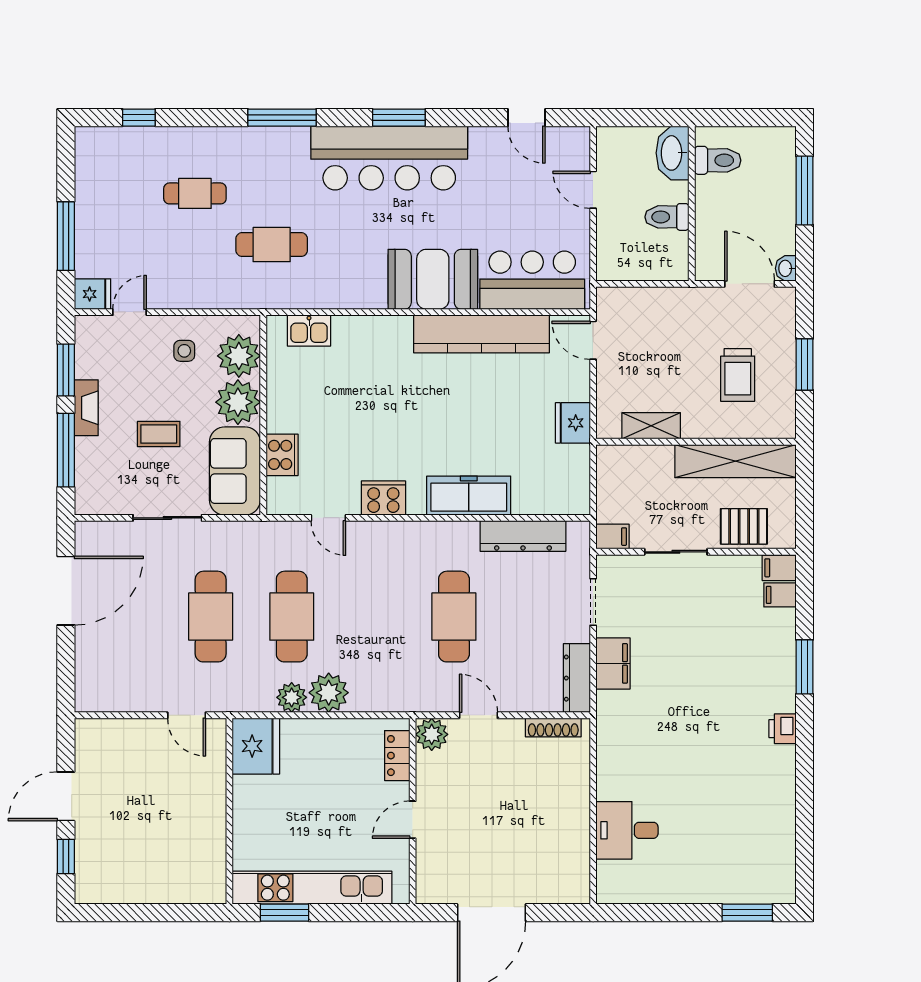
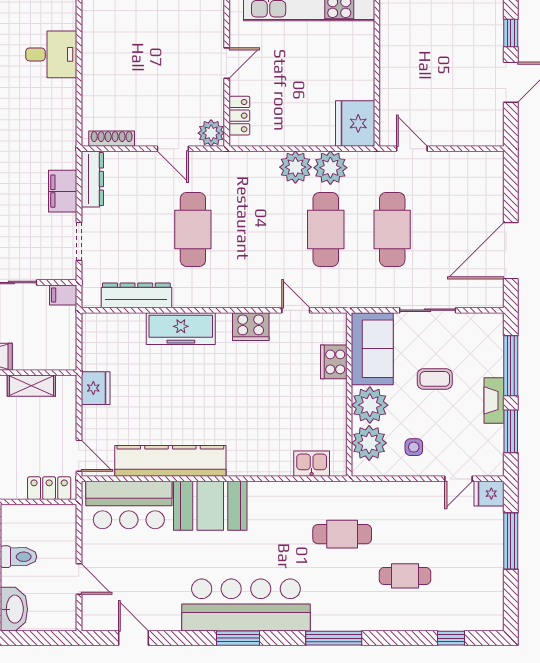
locker: (630, 301) -> (49, 488), added
plant: (292, 697) -> (330, 168), width x1.36, depth x1.36

